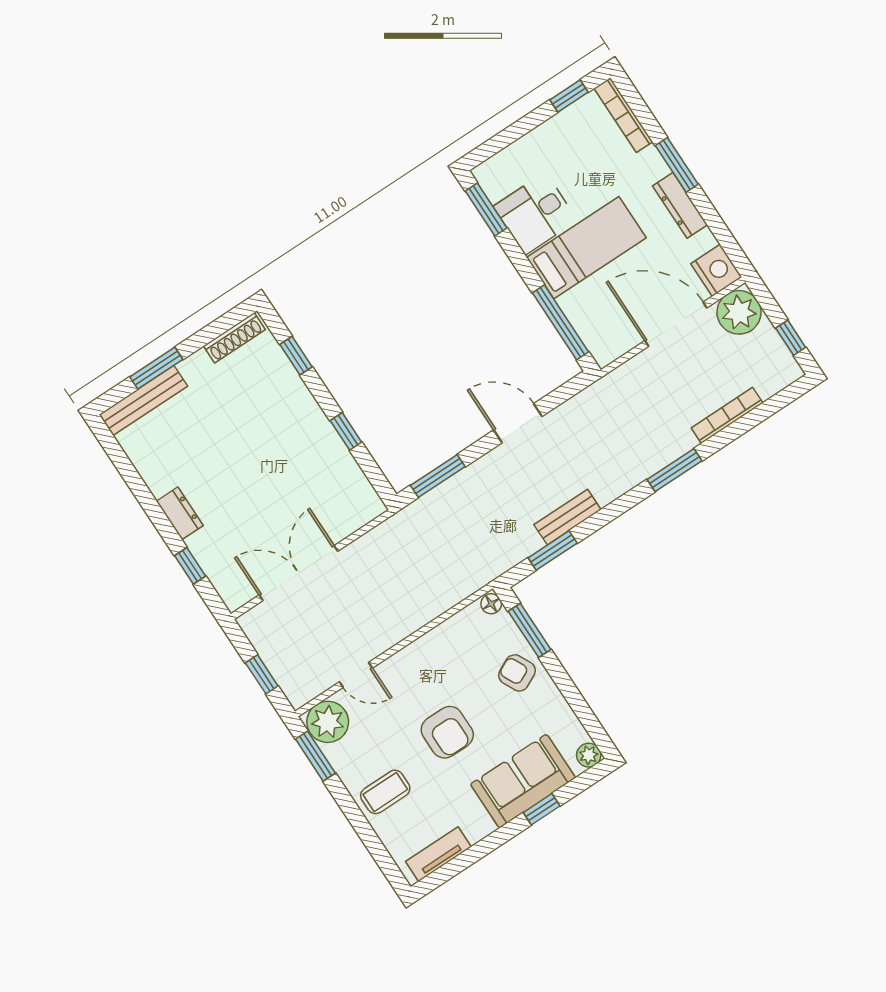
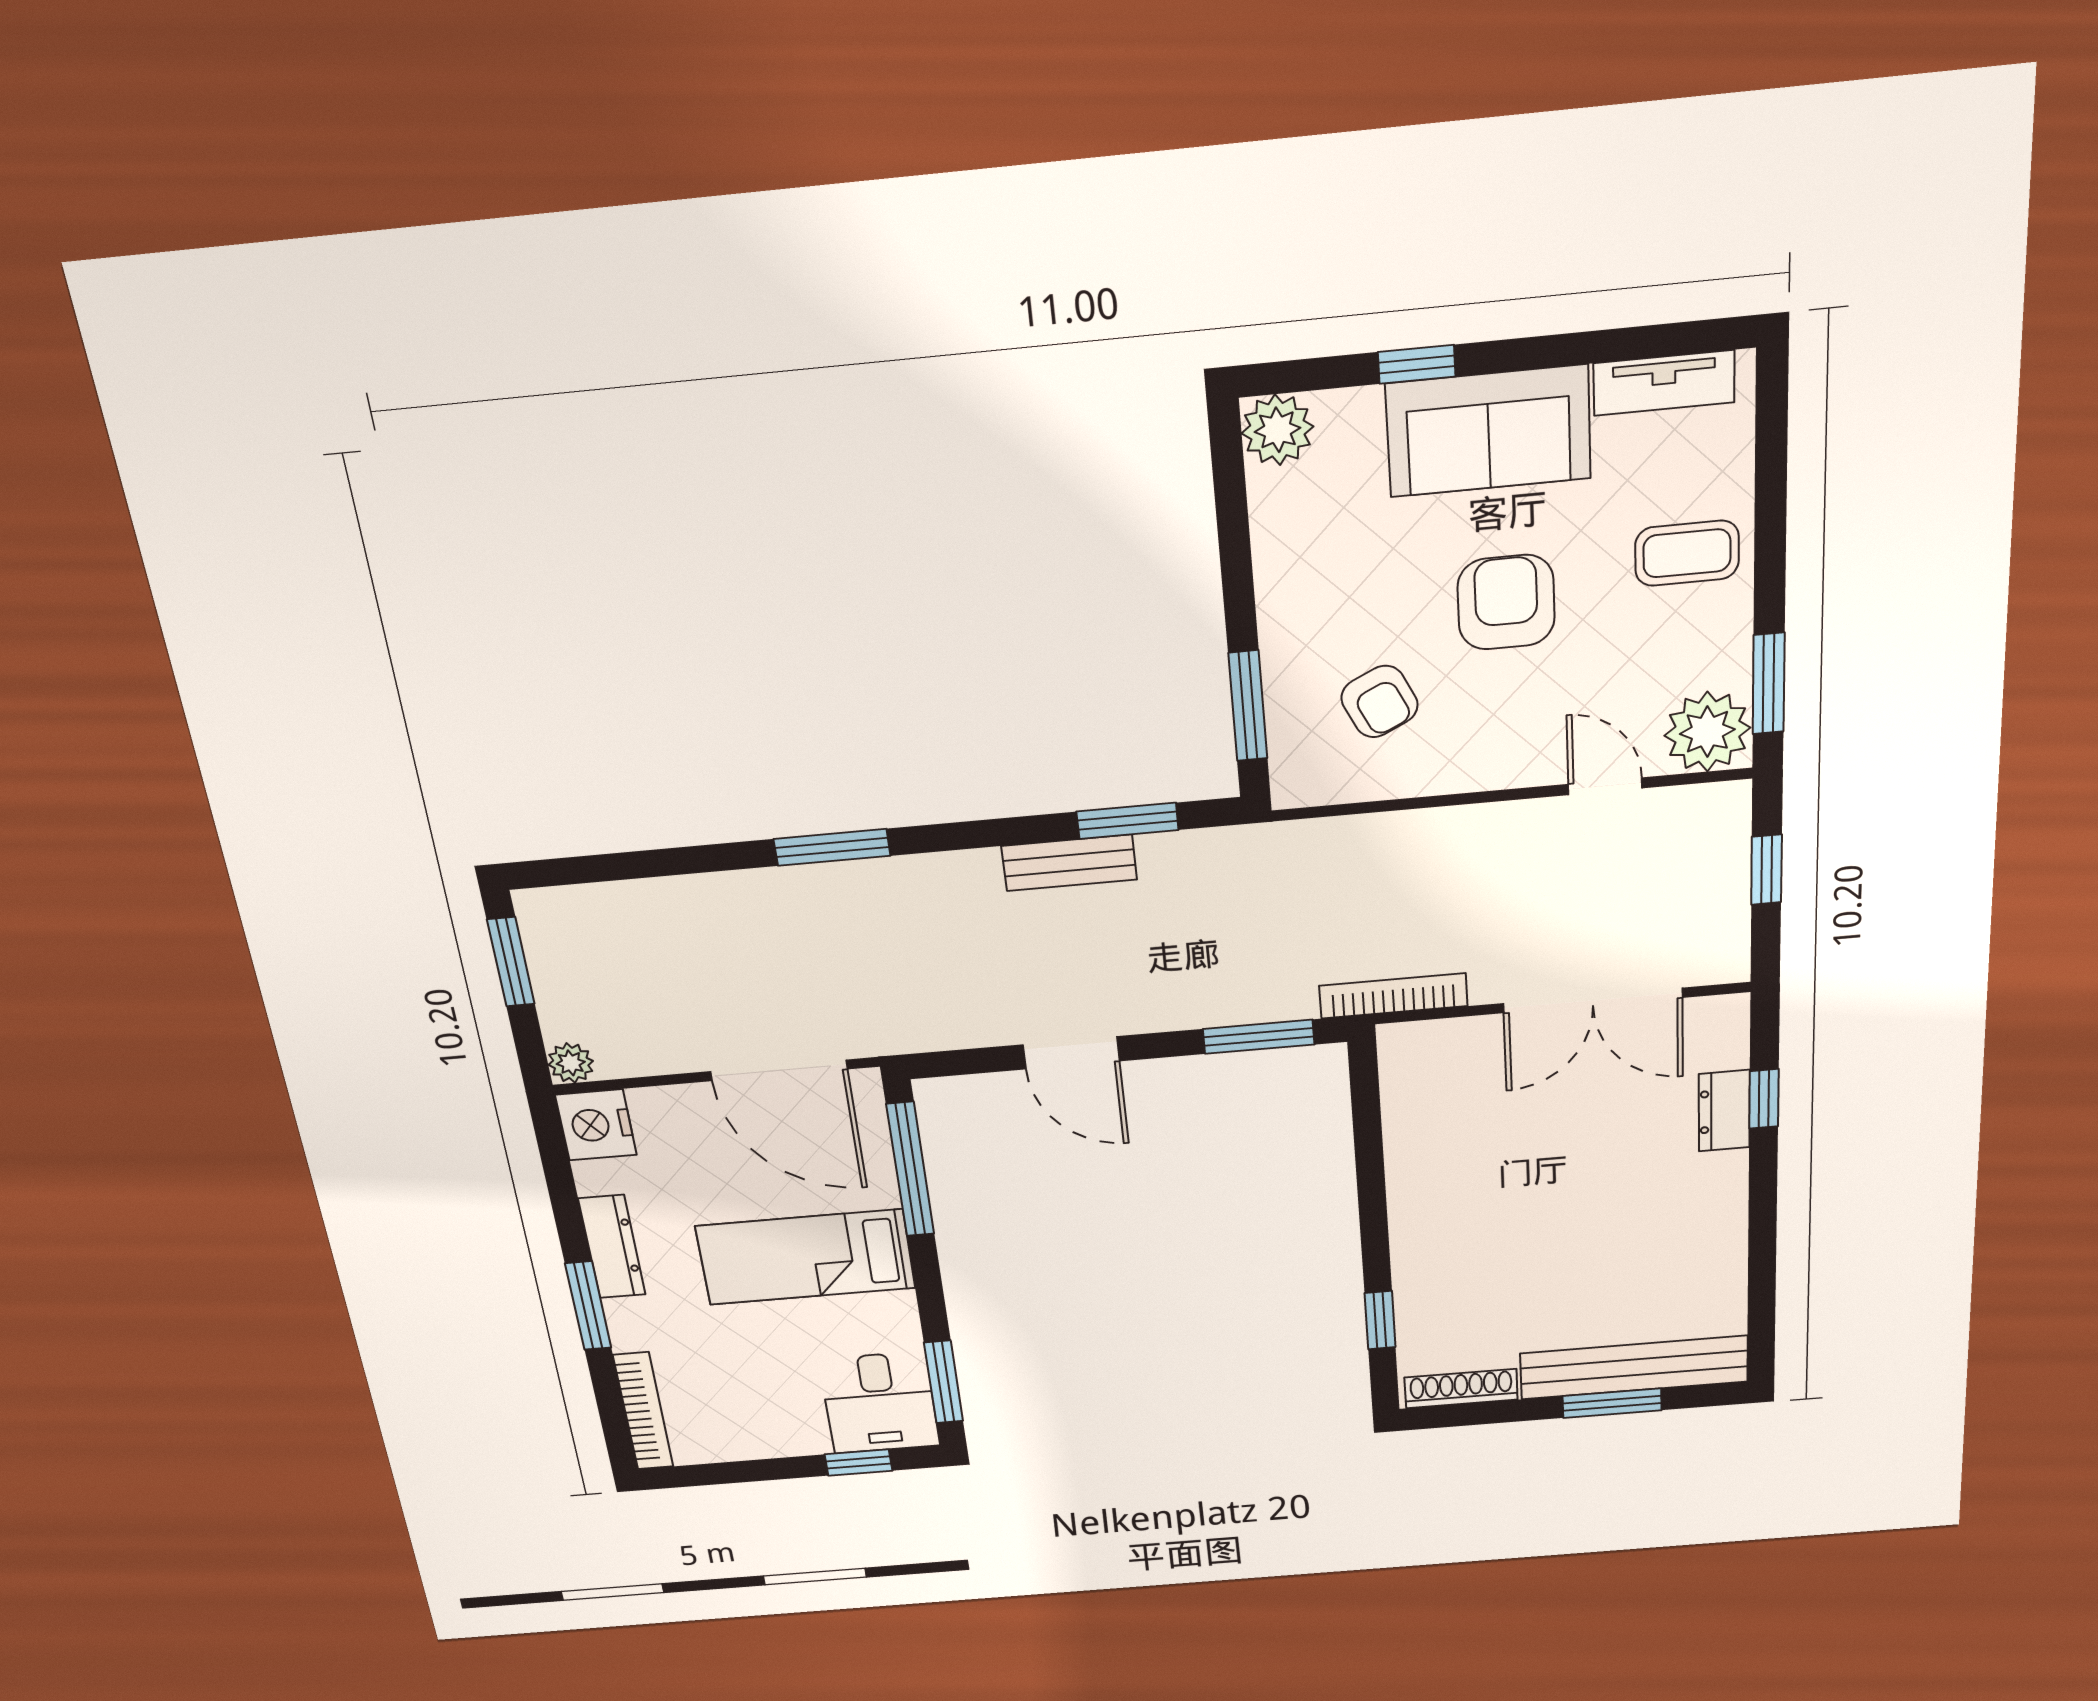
window: (569, 96) -> (859, 1463), moved
desk: (535, 213) -> (880, 1403), moved, turned 90
plant: (739, 312) -> (571, 1063), width x0.53, depth x0.53
door: (676, 324) -> (779, 1070), moved
window: (791, 338) -> (511, 962), width x1.50
bench: (143, 400) -> (1634, 1367), width x1.37, depth x1.21
bookcase: (727, 415) -> (1393, 996), moved, turned 180
window: (346, 431) -> (1371, 1176), removed
dresser: (180, 513) -> (1724, 1111), moved
floor lamp: (491, 604) -> (1290, 786), removed
armchair: (517, 673) -> (1380, 702), moved
plant: (589, 755) -> (1277, 430), width x1.38, depth x1.38
sofa: (523, 781) -> (1489, 431), moved

